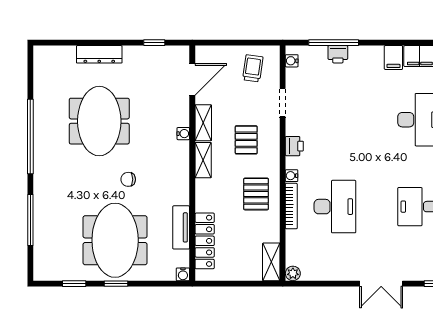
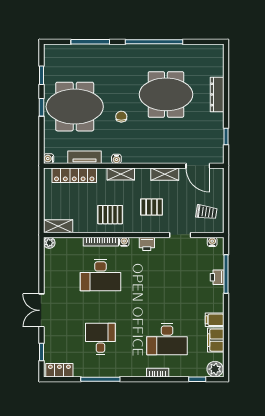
water cooler: (183, 134) -> (116, 159), moved
shelving: (203, 160) -> (121, 174), moved

